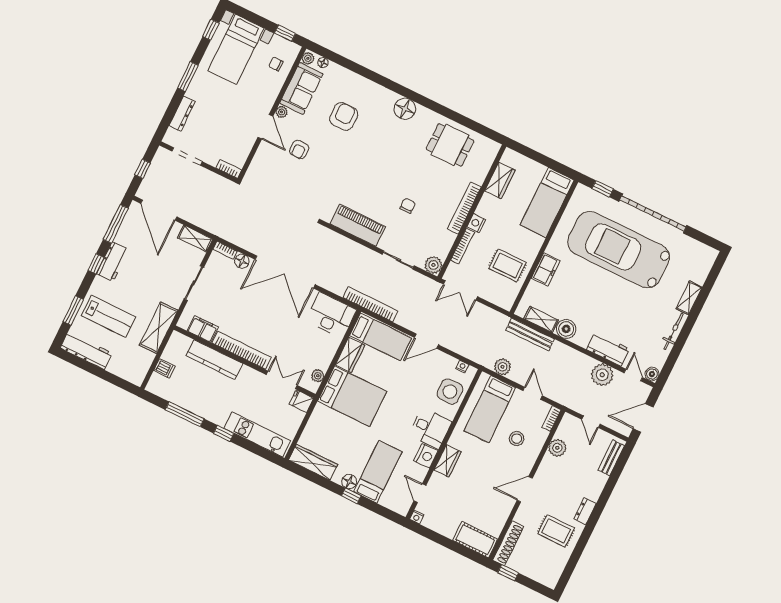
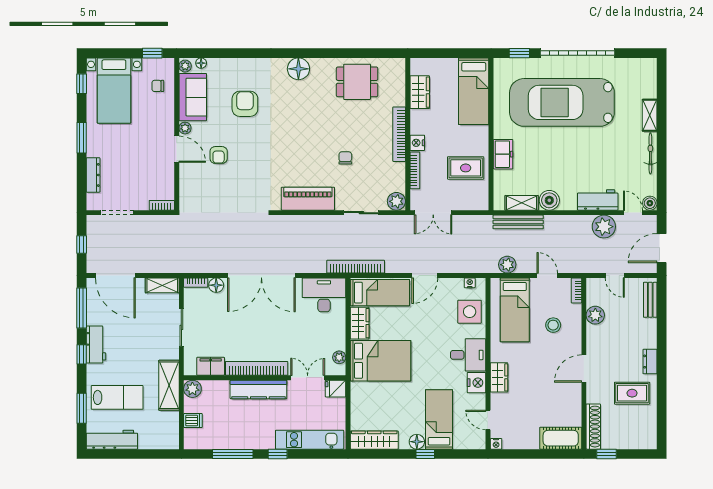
plant: (177, 341) -> (192, 389), added
kitchen counter: (214, 360) -> (258, 389), moved

